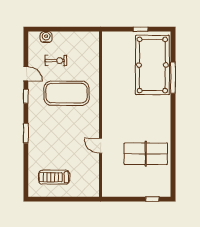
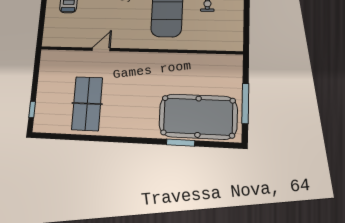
window: (141, 29) -> (245, 103), width x2.17
window: (173, 78) -> (181, 143), width x0.69

